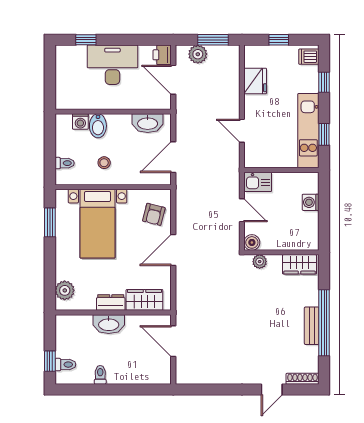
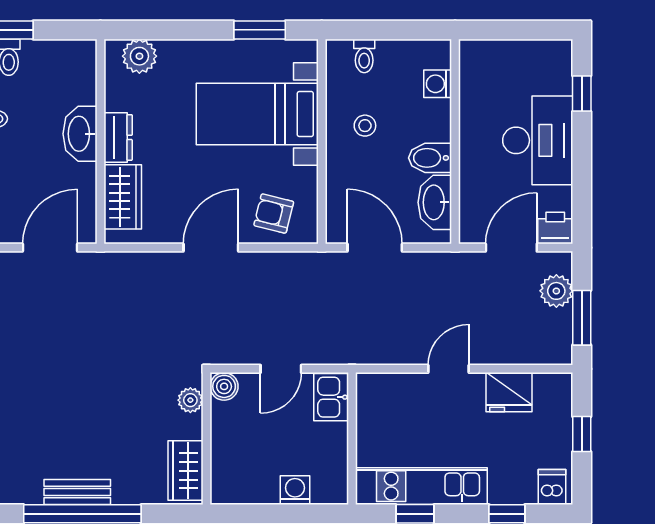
bidet: (98, 126) -> (430, 158), moved
door: (242, 131) -> (448, 369), moved
door: (173, 250) -> (211, 248), hinge flipped

